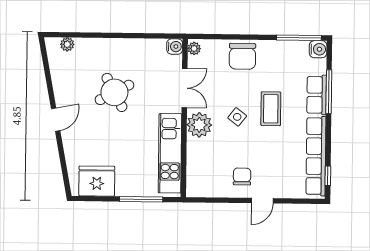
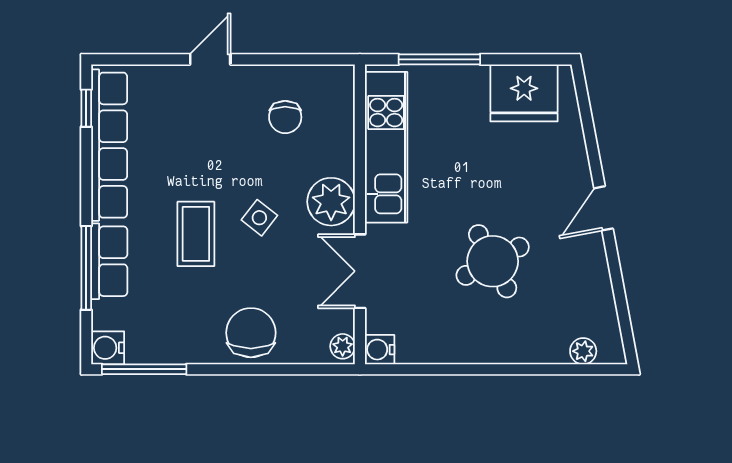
chair: (242, 177) -> (285, 117), moved

